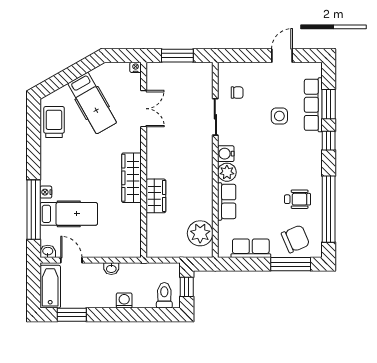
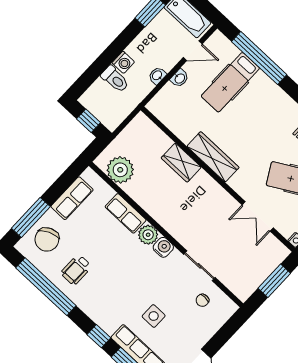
nightstand: (46, 192) -> (264, 80), removed
washbasin: (48, 251) -> (180, 78), moved
toilet: (164, 295) -> (115, 79), moved

